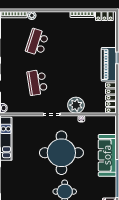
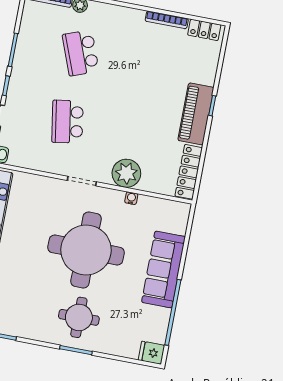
school desk: (37, 42) -> (81, 53), turned -39

